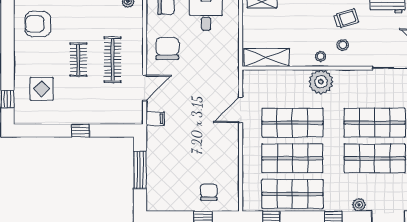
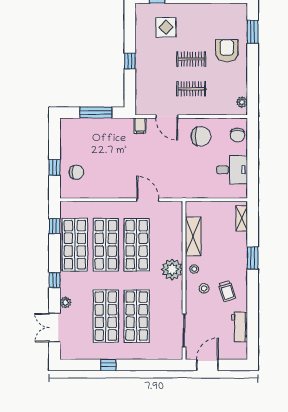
armchair: (38, 24) -> (227, 51), moved
shelving: (267, 58) -> (193, 236), moved
clothes rail: (113, 60) -> (191, 89), width x0.73

